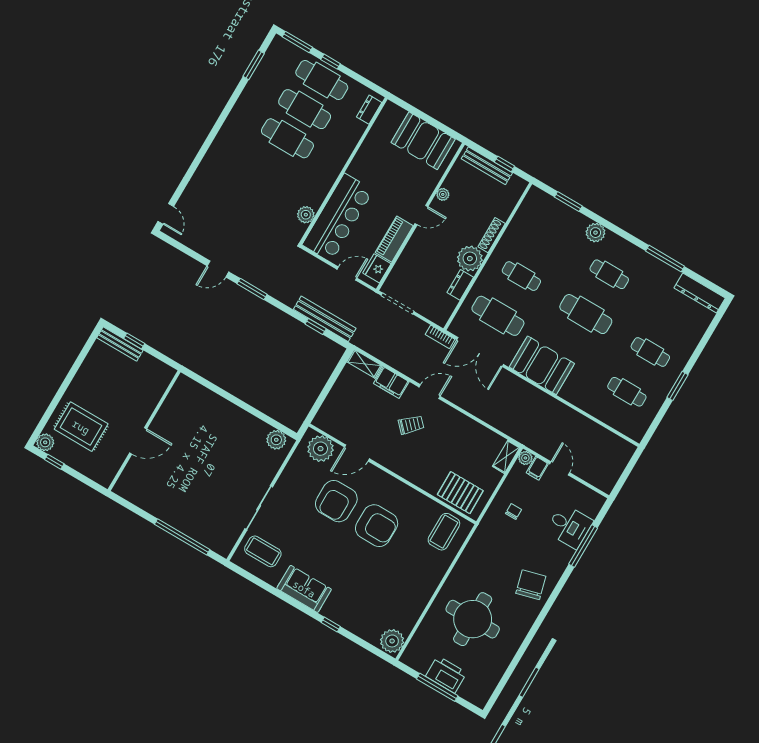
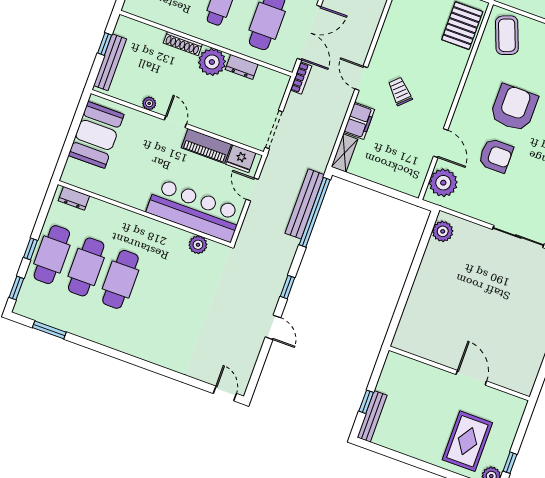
window: (297, 42) -> (16, 288), width x0.67
door: (166, 214) -> (225, 393), hinge flipped
window: (252, 289) -> (287, 287), width x0.67
window: (316, 326) -> (315, 212), width x3.17
armchair: (336, 501) -> (496, 156), width x0.73, depth x0.73
coffee table: (444, 532) -> (507, 35), turned 69

